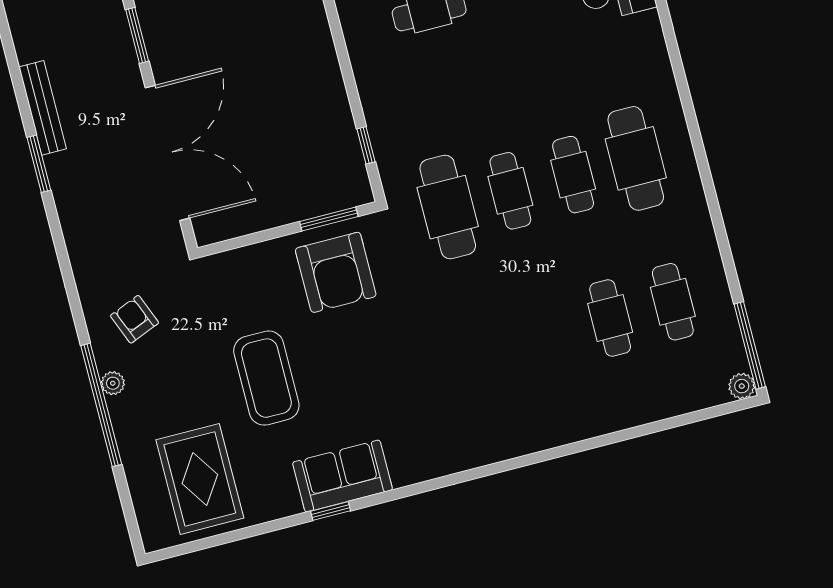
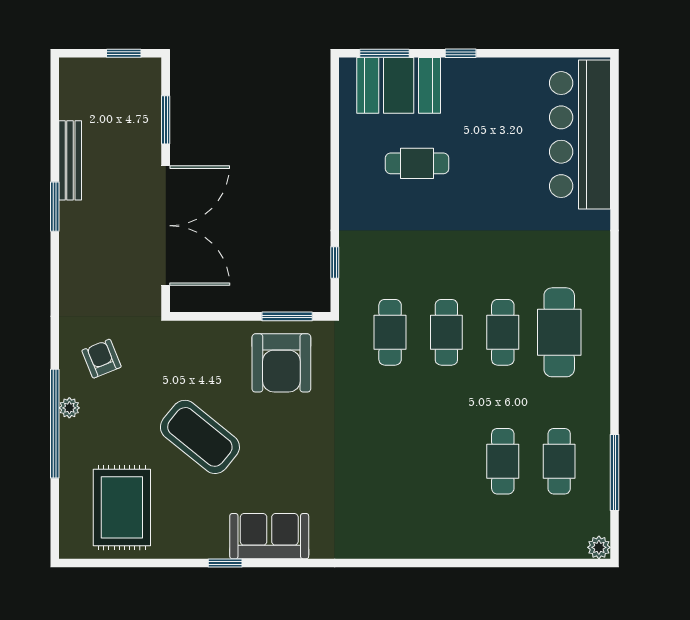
cafe table: (448, 207) -> (390, 332), width x0.73, depth x0.74
window: (750, 345) -> (615, 473), moved
coffee table: (266, 378) -> (200, 437), turned -51
sofa: (342, 476) -> (269, 536), moved

